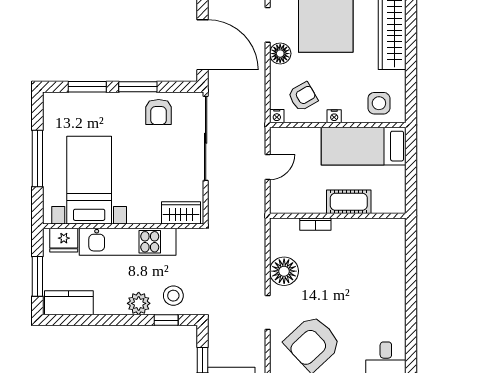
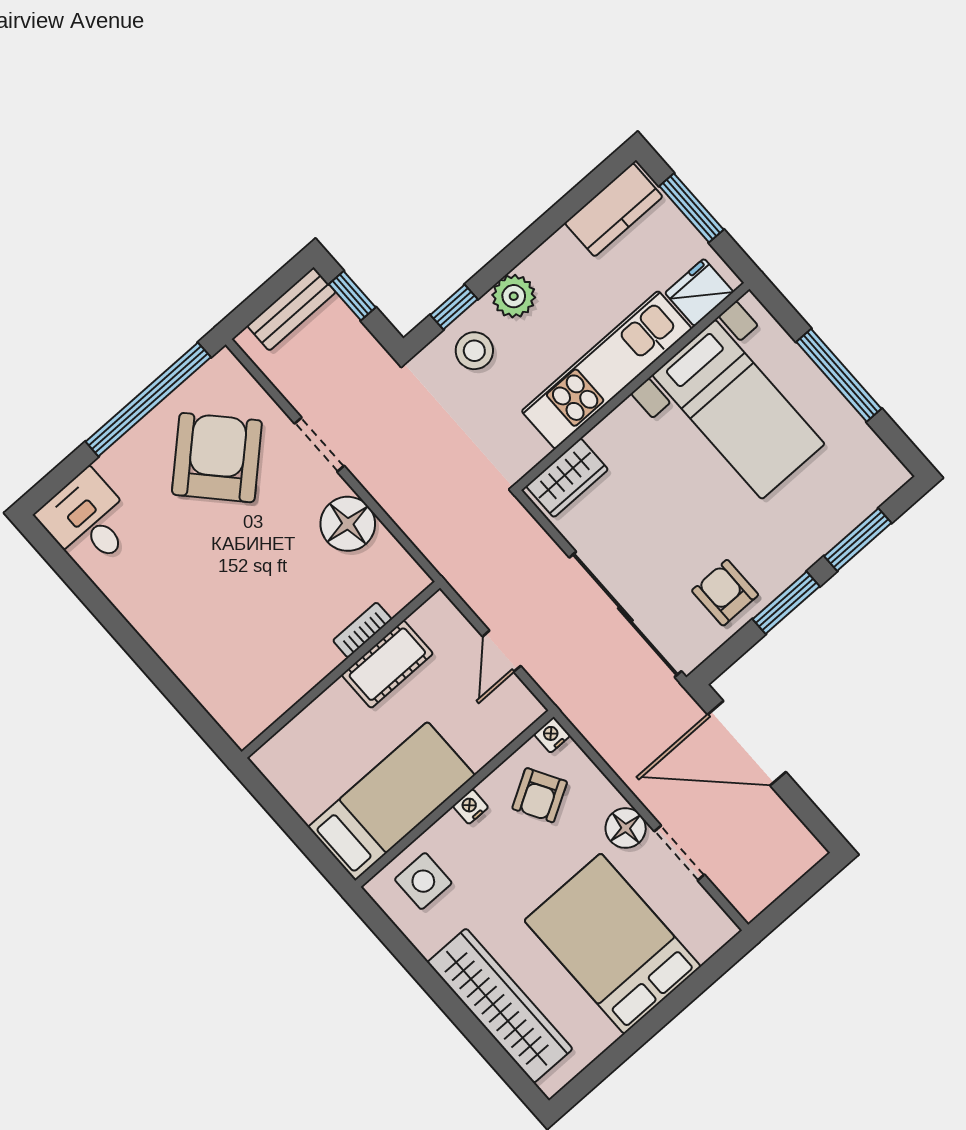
cot: (349, 202) -> (387, 664), moved

